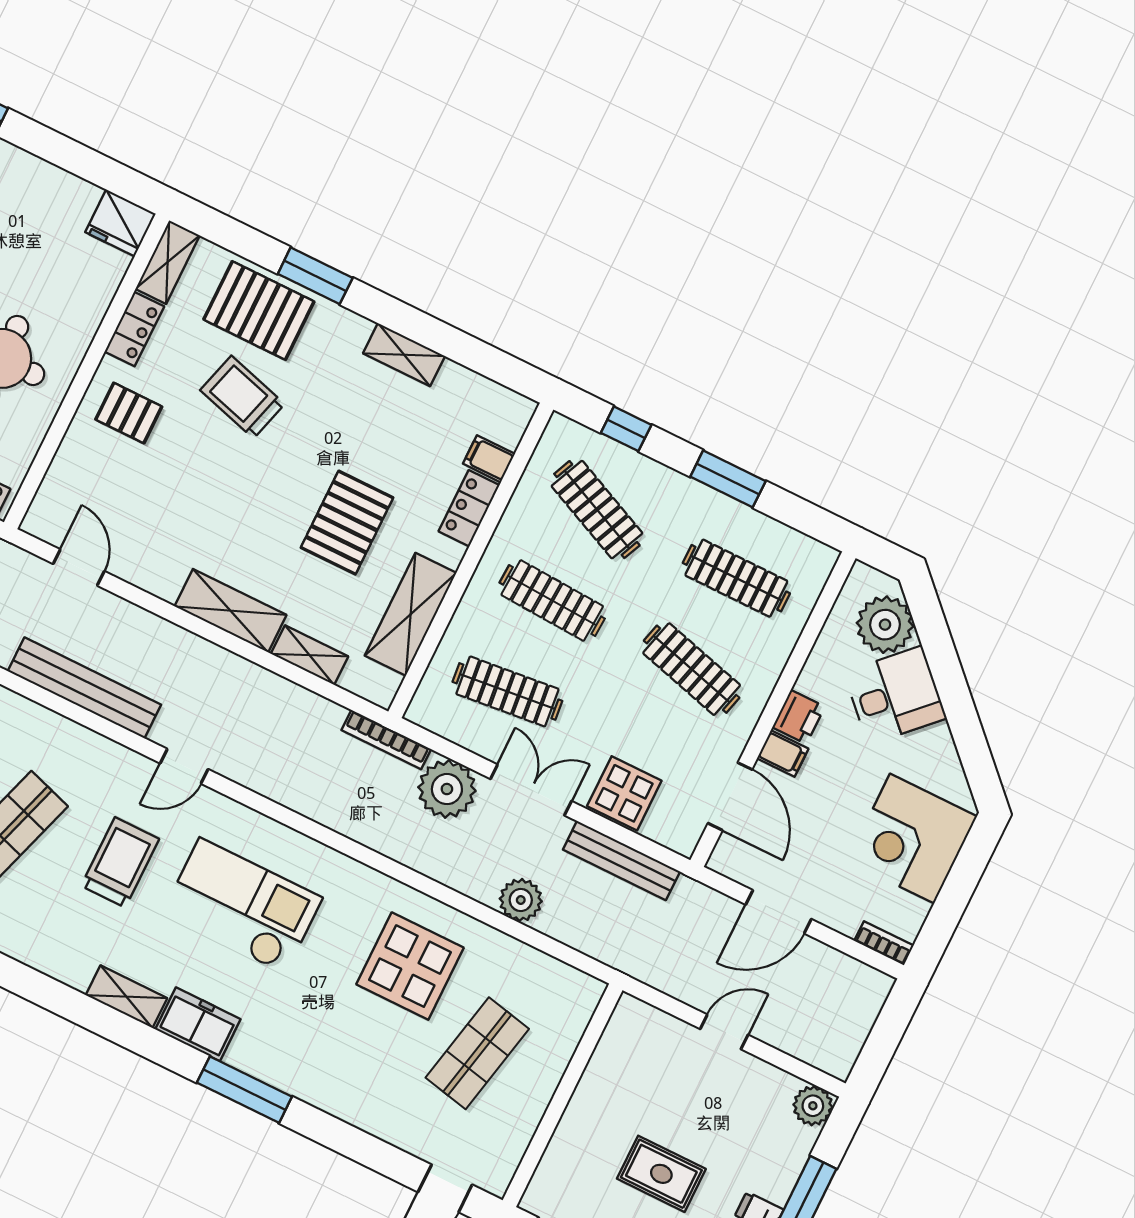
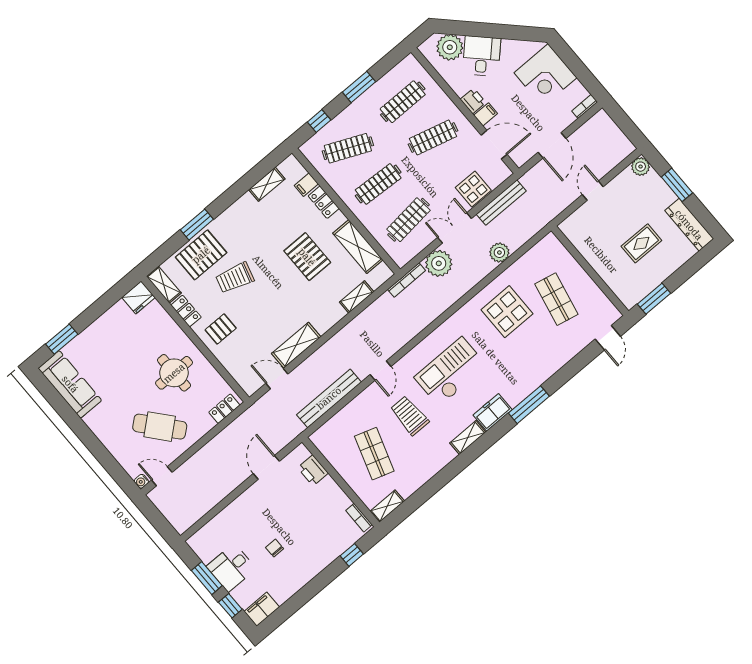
shelving: (404, 355) -> (267, 184), moved
shelving: (230, 611) -> (296, 345), moved

